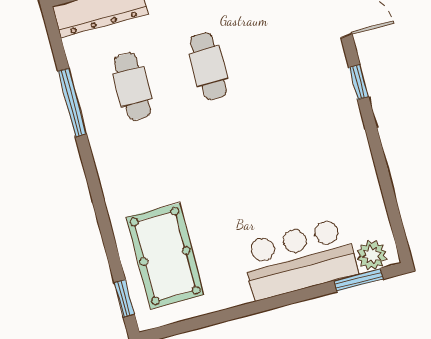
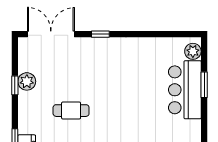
window: (359, 280) -> (204, 85), moved

